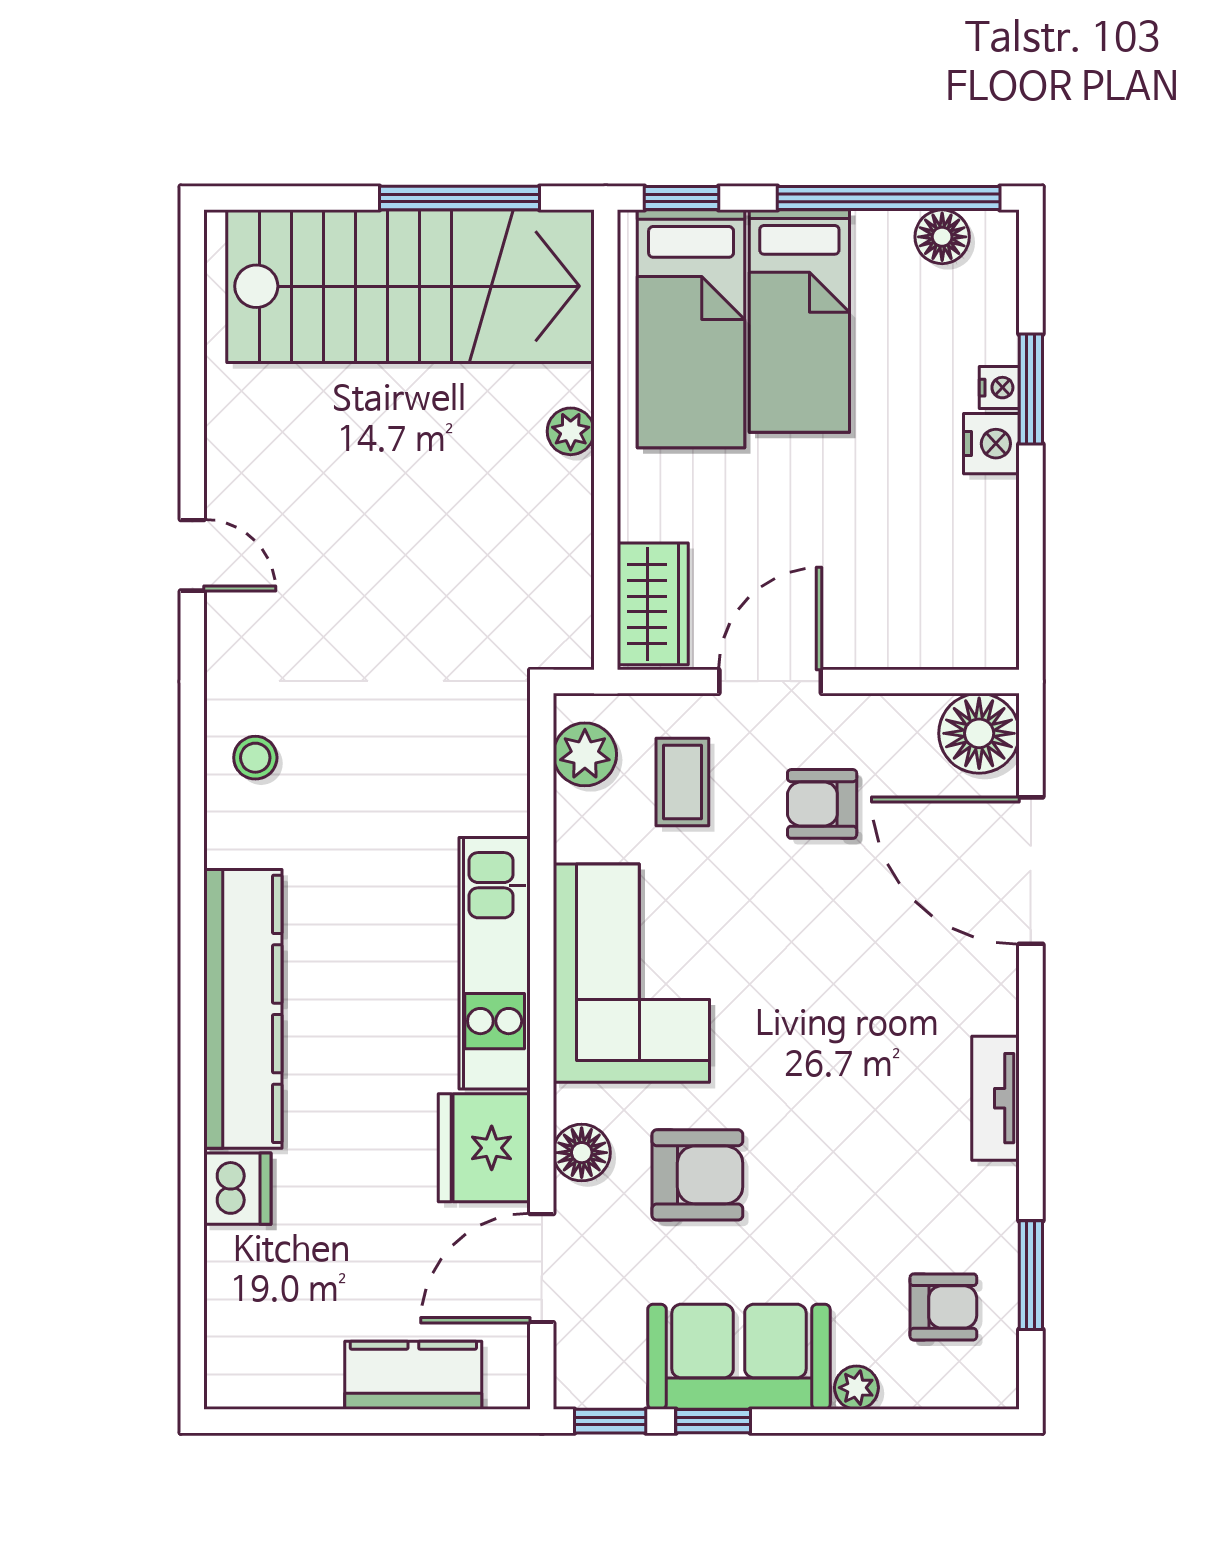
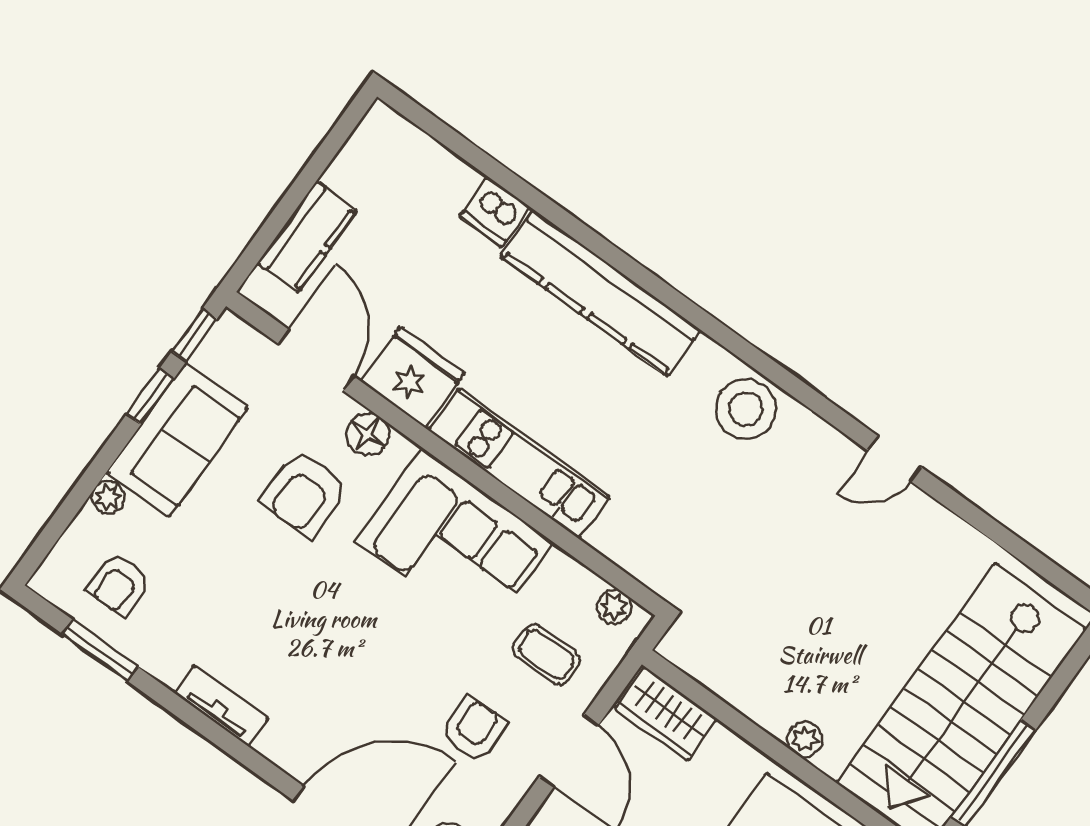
plant: (585, 754) -> (614, 607), width x0.73, depth x0.73
stool: (255, 758) -> (746, 409), width x1.89, depth x1.89

